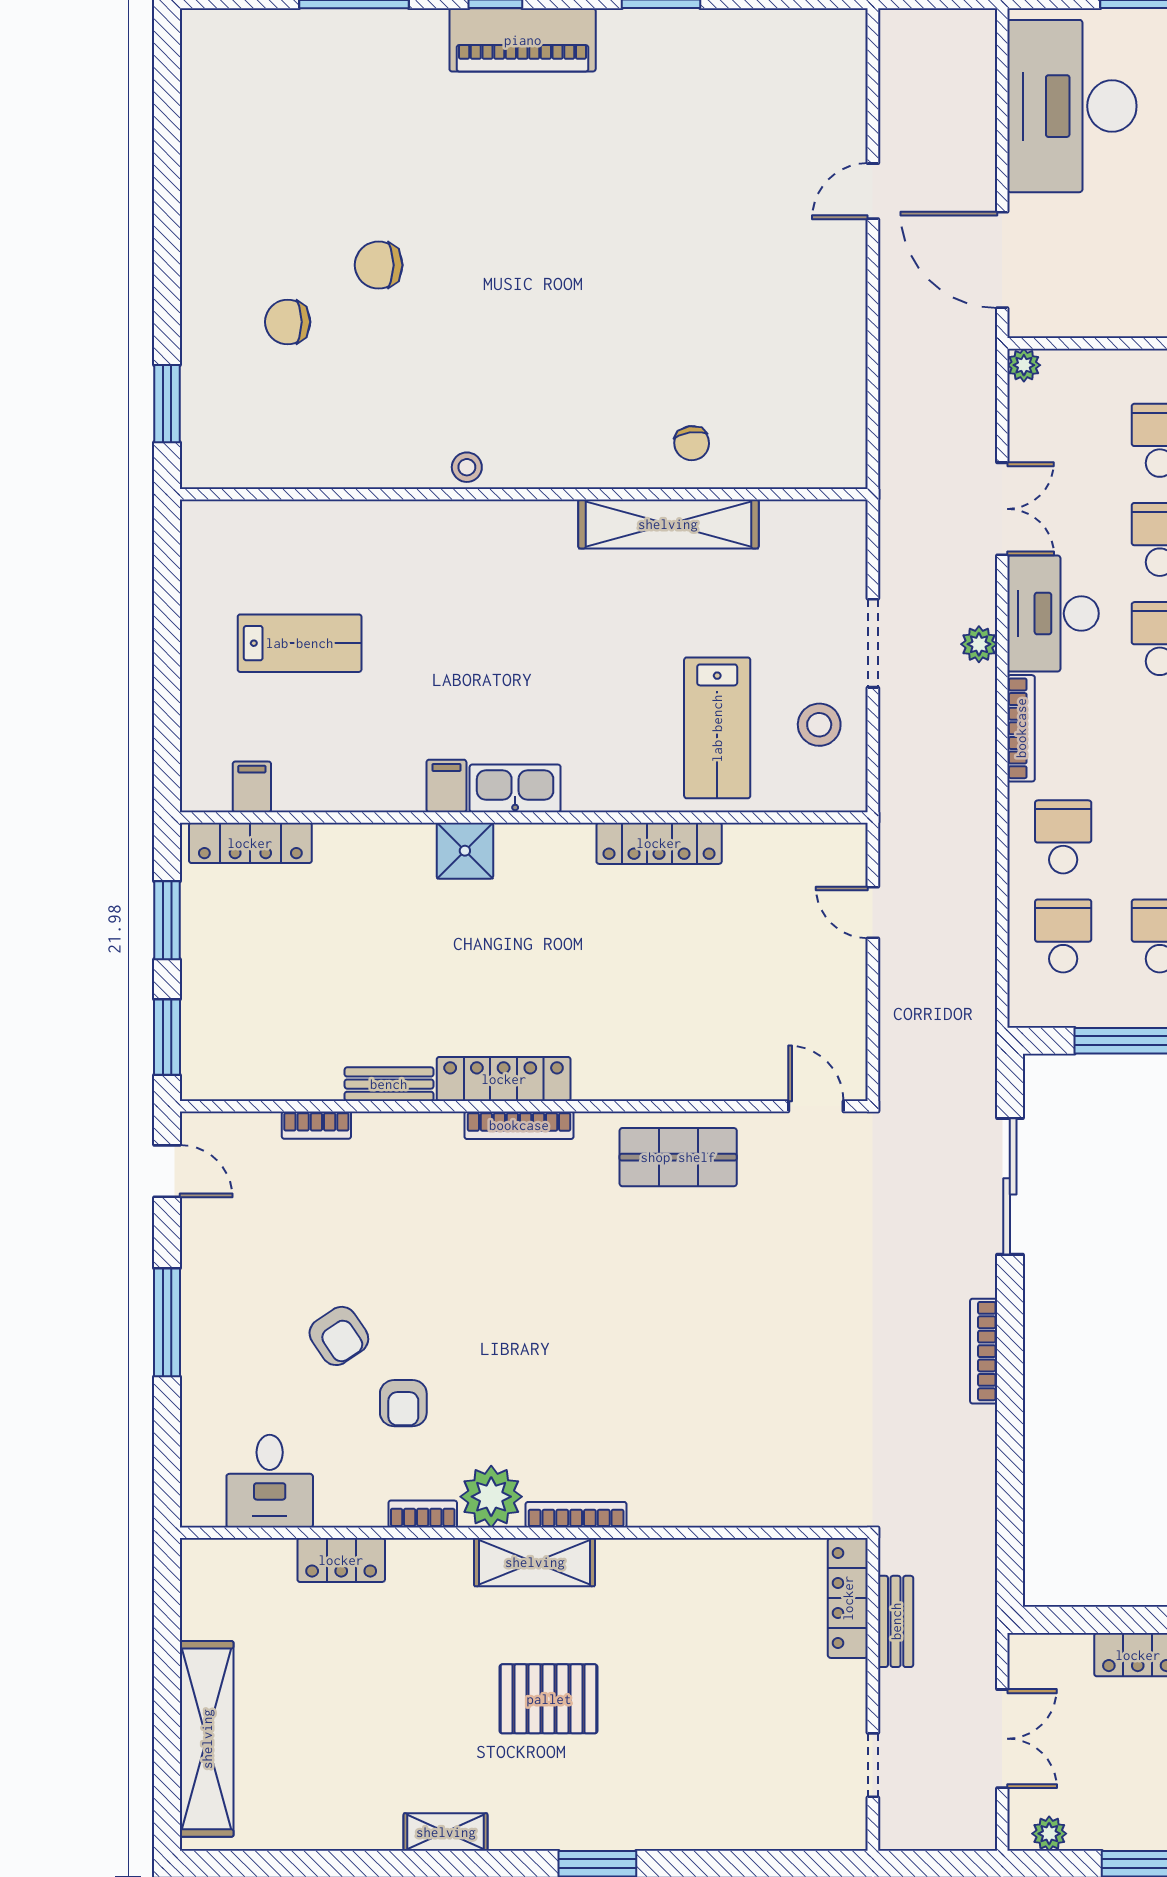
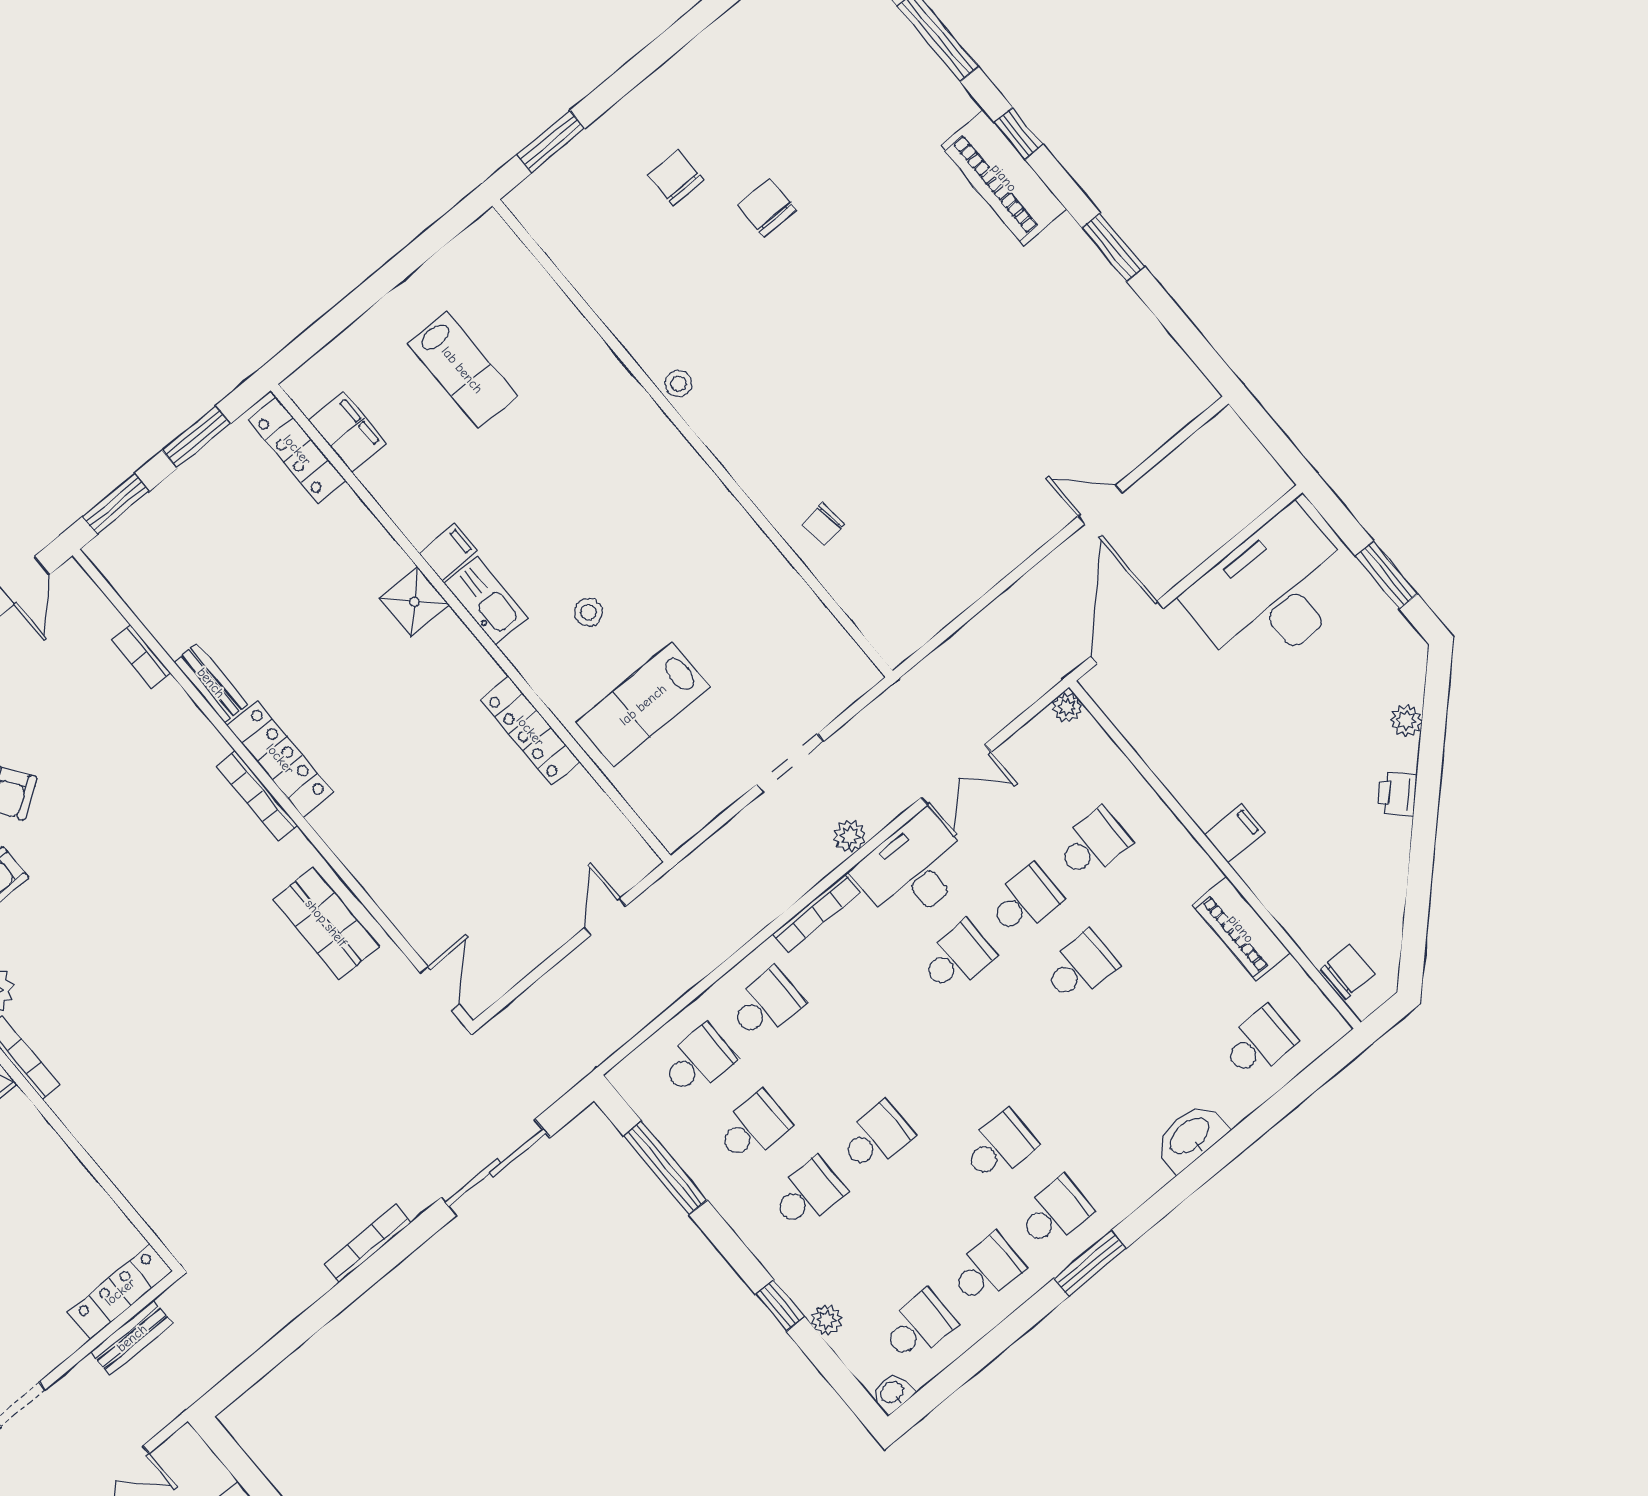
shelving: (668, 524) -> (755, 555), removed
stool: (819, 725) -> (588, 612), moved, width x0.73, depth x0.73
filing cabinet: (252, 787) -> (347, 432), width x2.00

